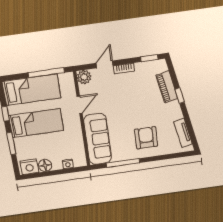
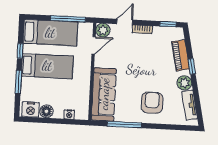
door: (80, 105) -> (94, 45), moved
plant: (175, 113) -> (184, 83), added

